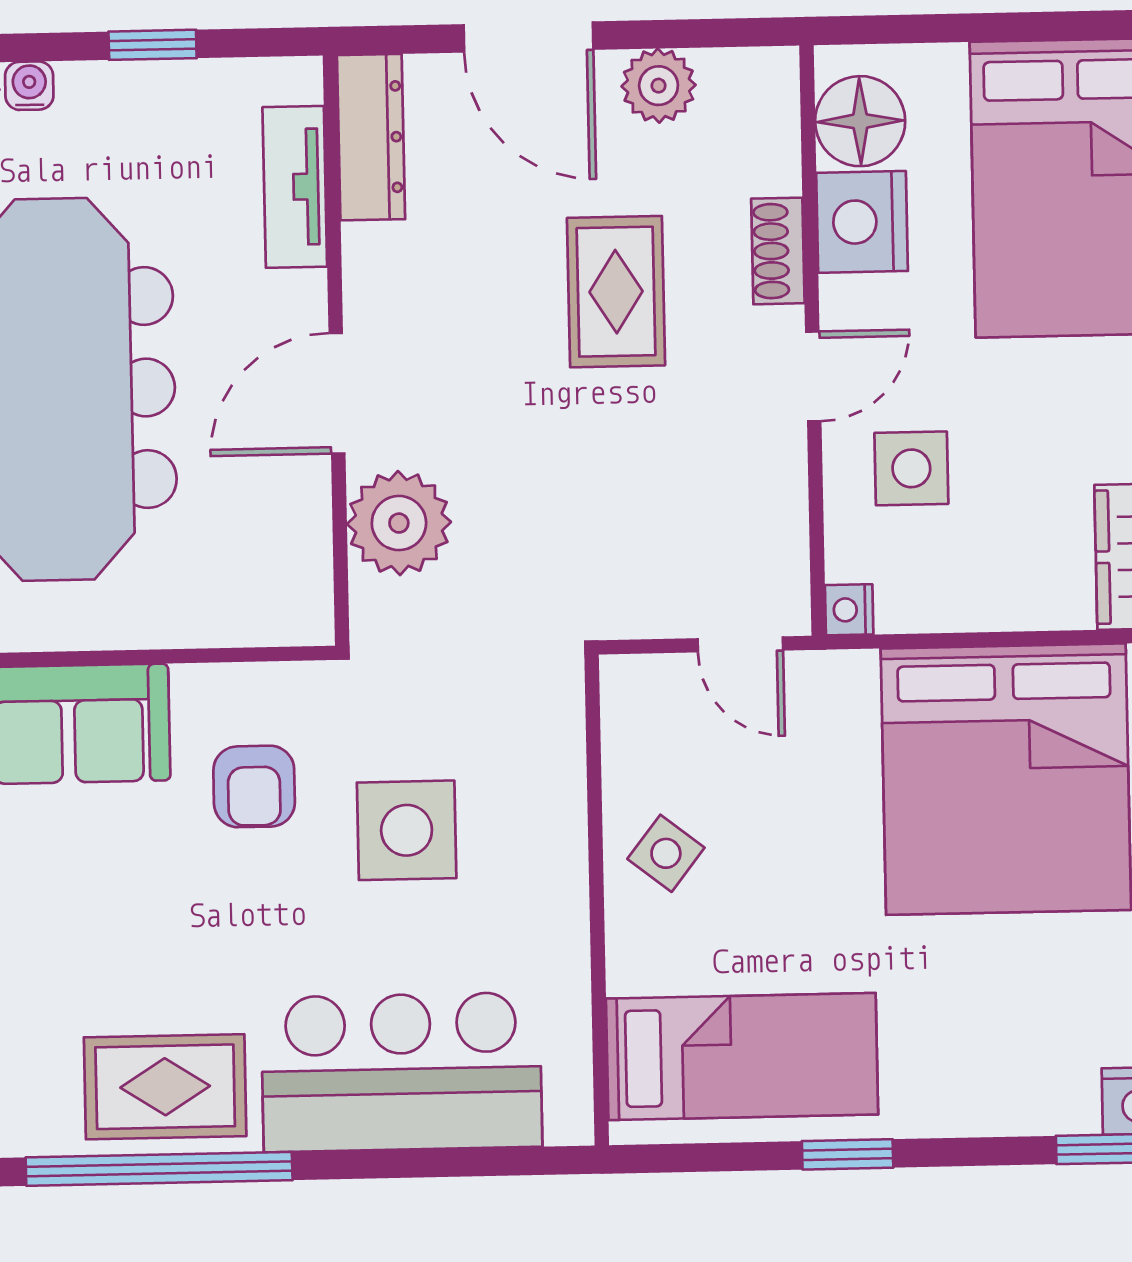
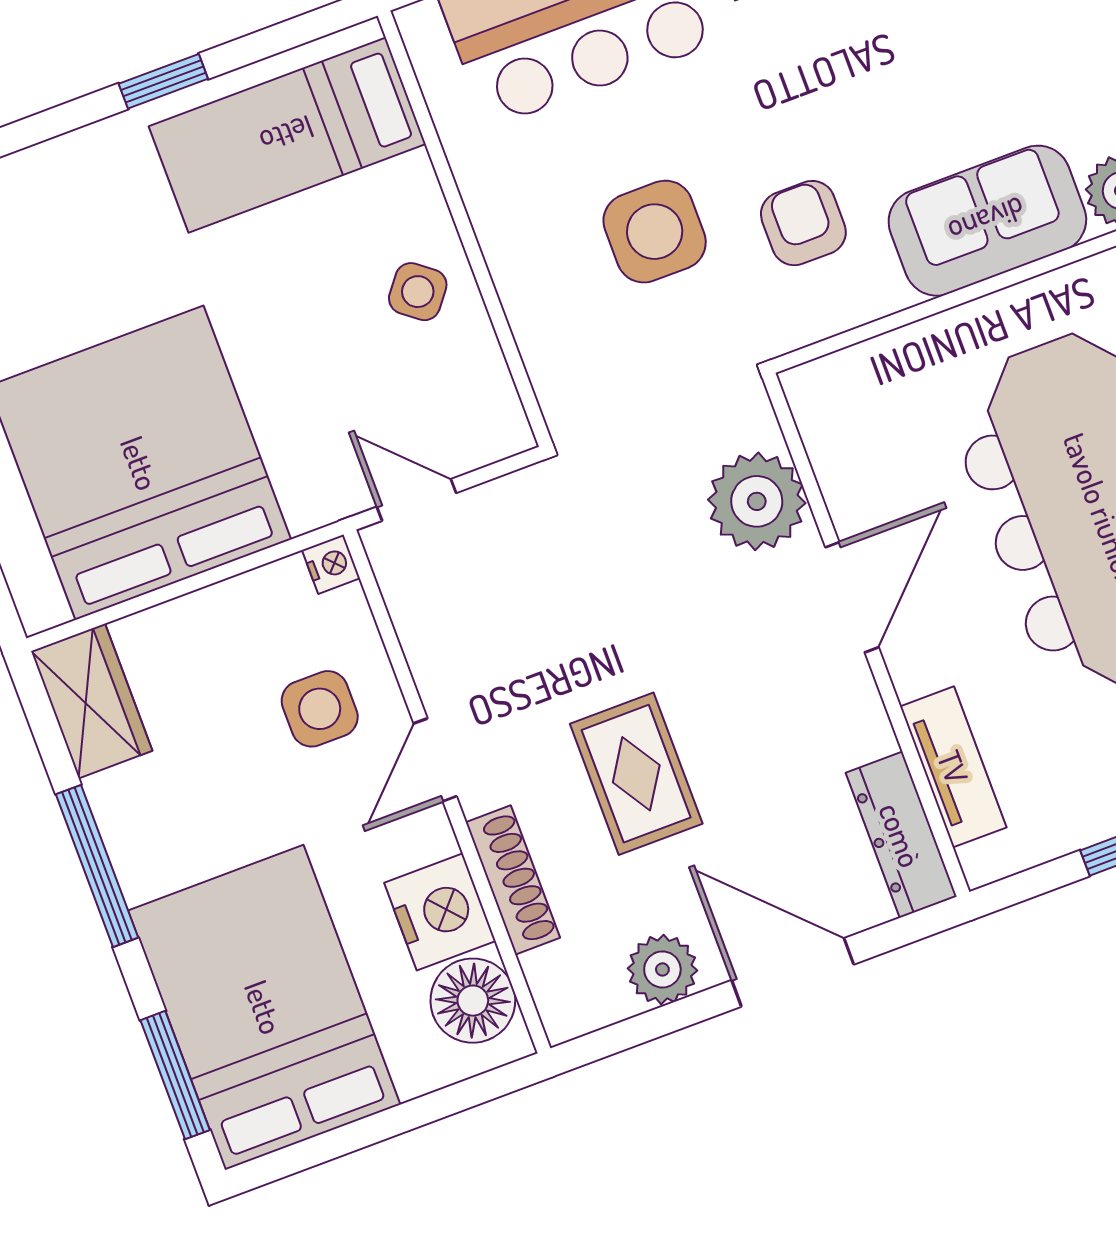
shoe rack: (778, 251) -> (513, 880), width x1.43

